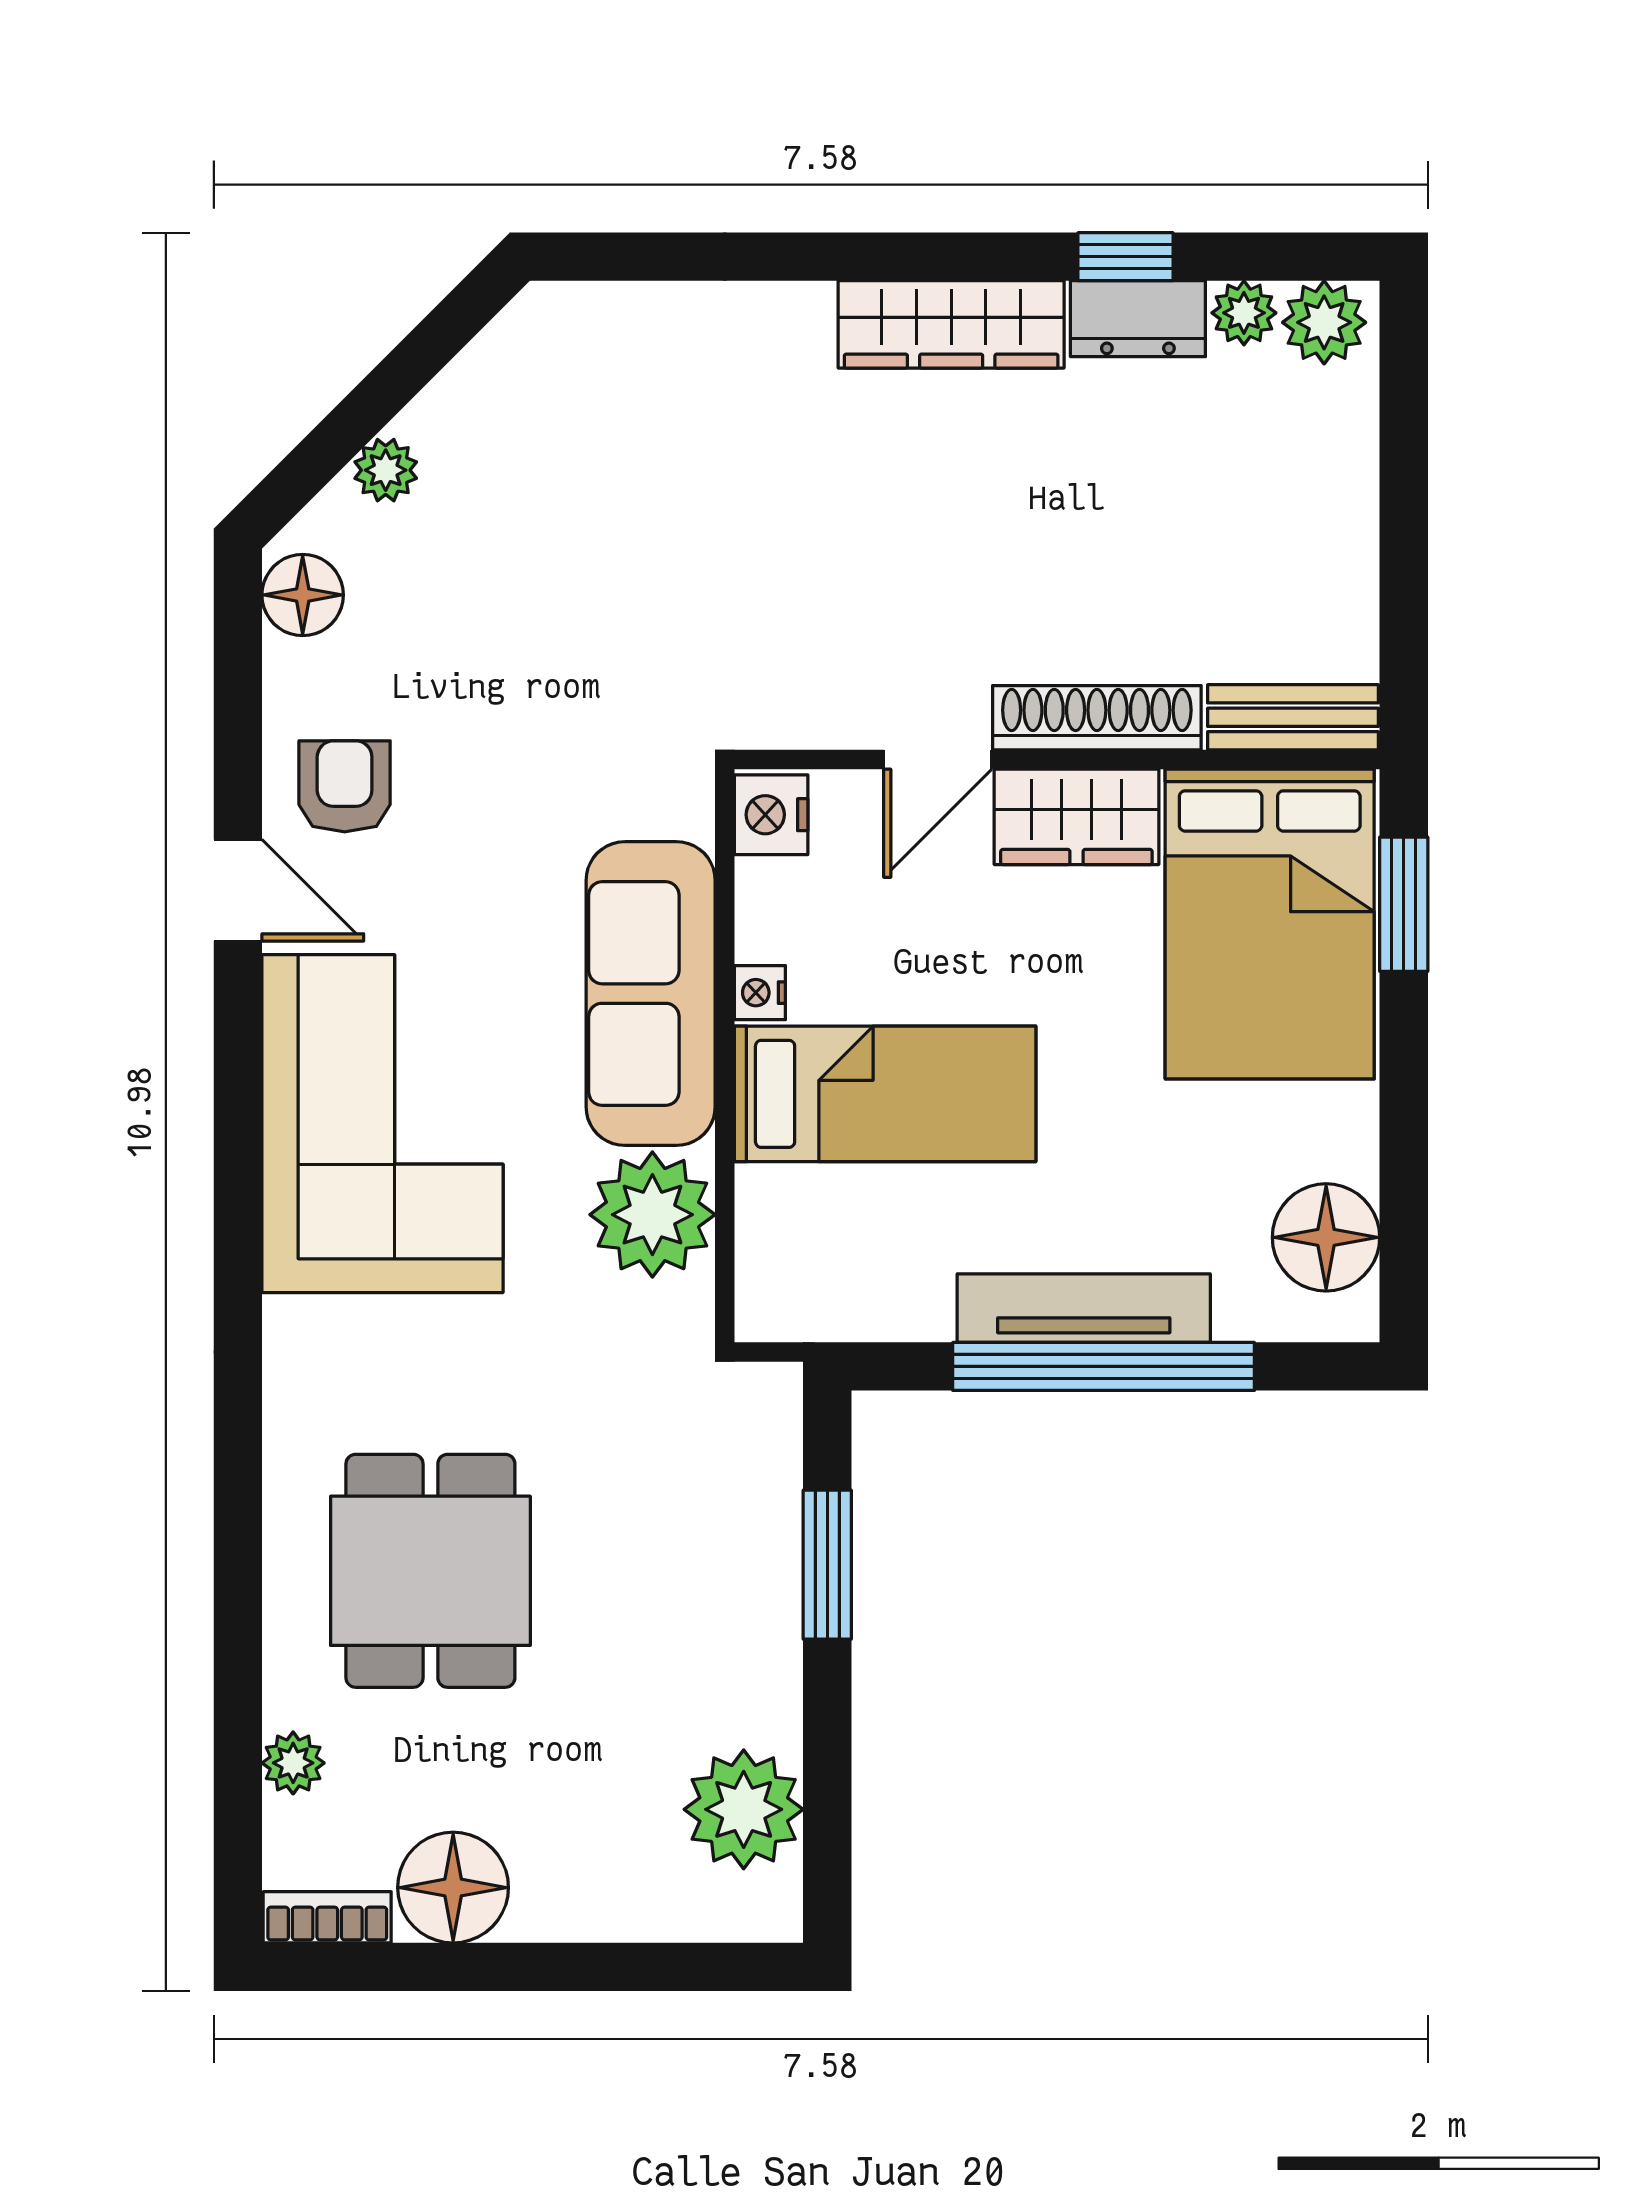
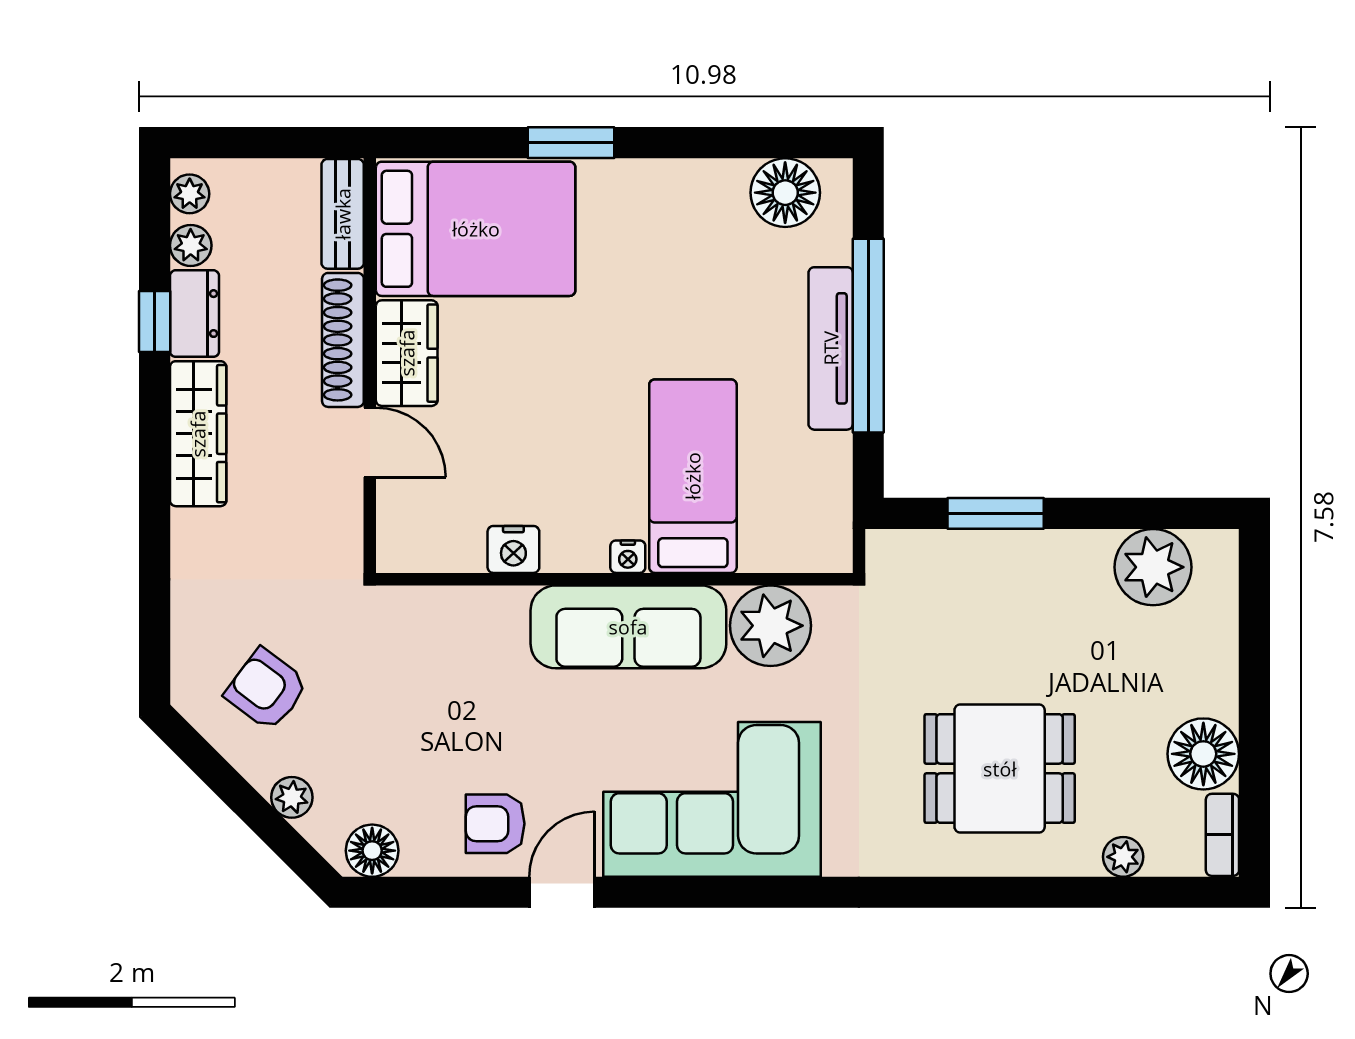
plant: (1324, 322) -> (190, 194), width x0.73, depth x0.73
armchair: (553, 431) -> (266, 689), added
bench: (1293, 717) -> (343, 214), moved
shoe rack: (1097, 718) -> (343, 340), moved
door: (938, 760) -> (370, 442), moved
wall: (1057, 760) -> (370, 366), moved
wardrobe: (1076, 817) -> (407, 353), moved
bed: (1270, 924) -> (476, 229), moved

